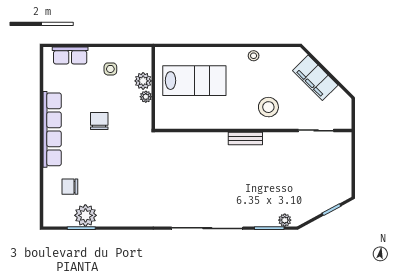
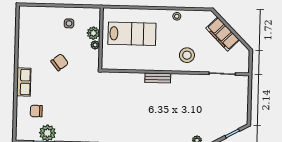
row of seats: (70, 55) -> (39, 13), removed
chair: (99, 121) -> (60, 62), turned 52
row of seats: (52, 129) -> (24, 82), width x0.50
bench: (245, 138) -> (158, 78), moved

